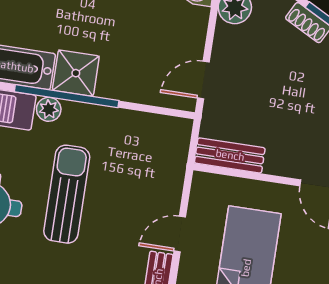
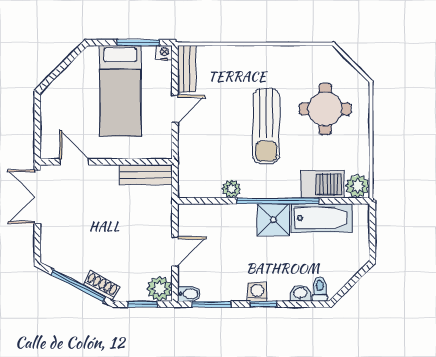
door: (203, 80) -> (175, 251), moved
plant: (49, 109) -> (231, 189), moved

